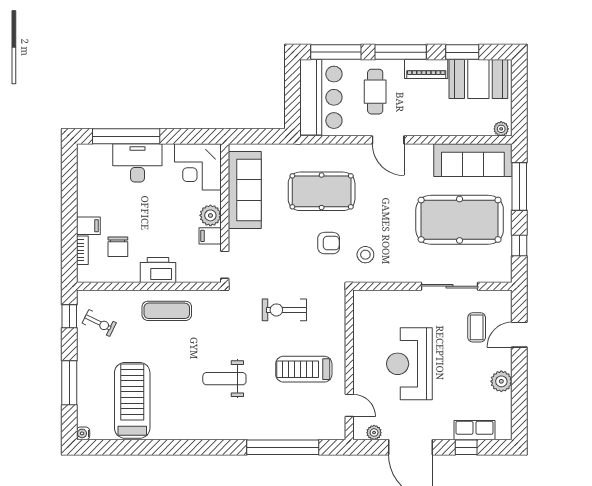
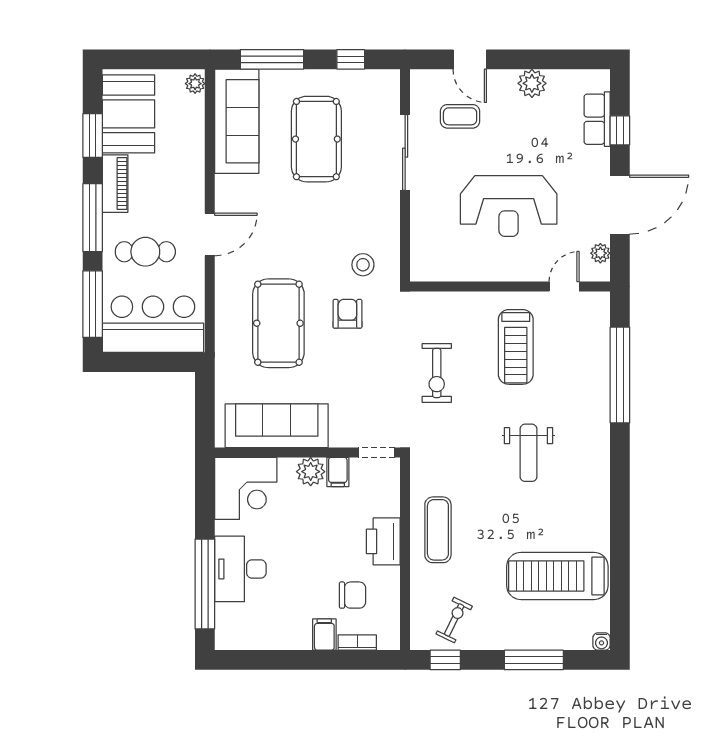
pool table: (460, 220) -> (316, 139), width x0.73, depth x0.76

